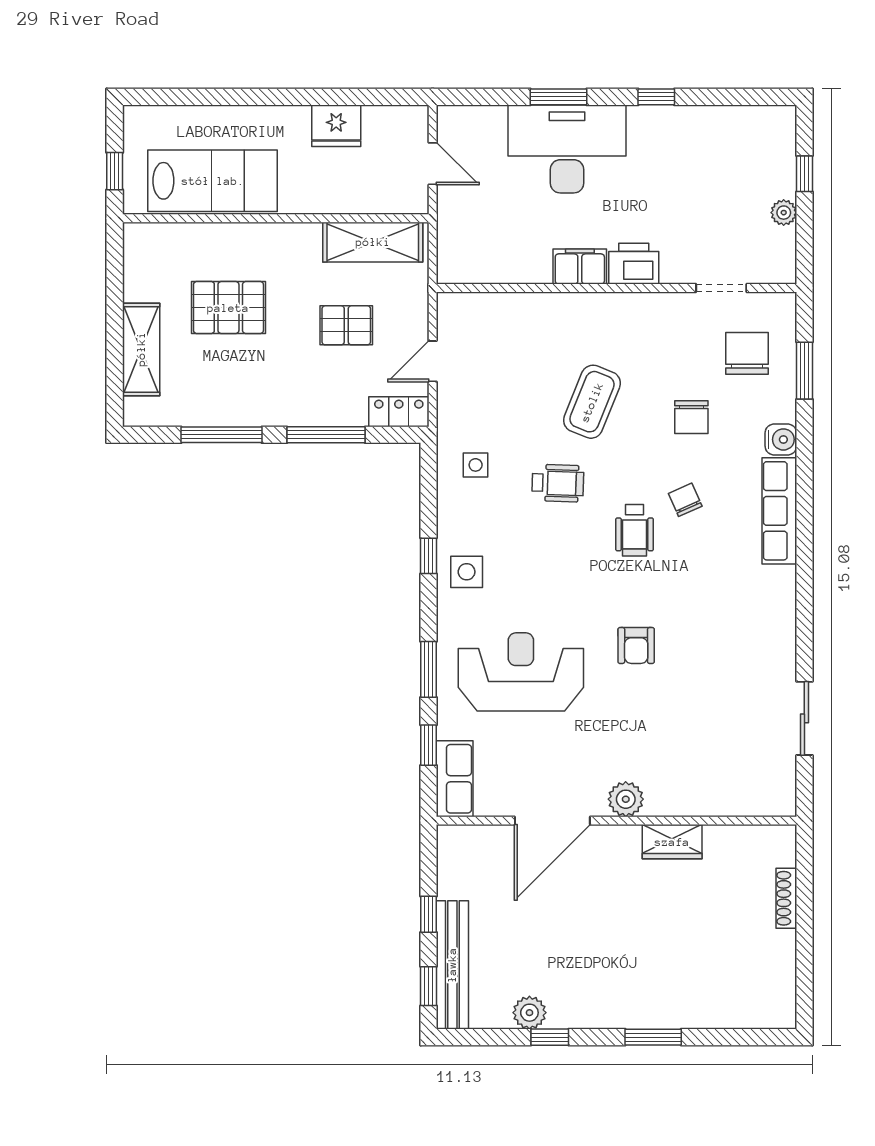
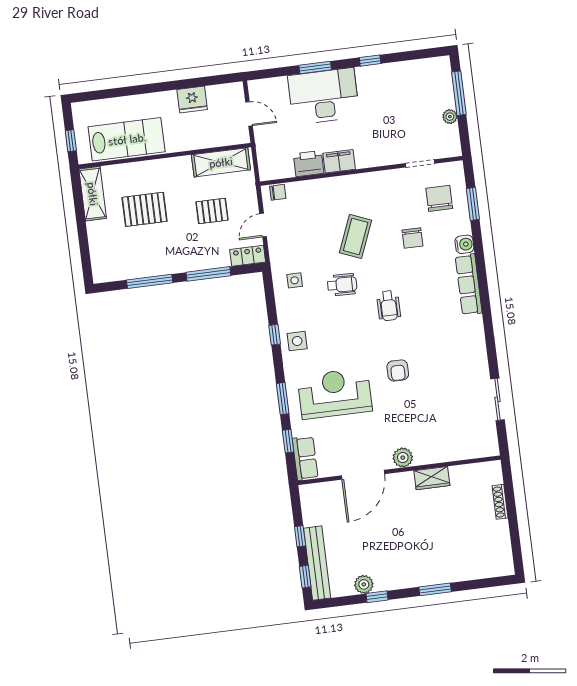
window: (804, 174) -> (459, 93), width x2.17
printer: (634, 264) -> (309, 164), moved
shelving: (141, 349) -> (93, 194), moved
chair: (685, 500) -> (278, 192), moved, turned 114

